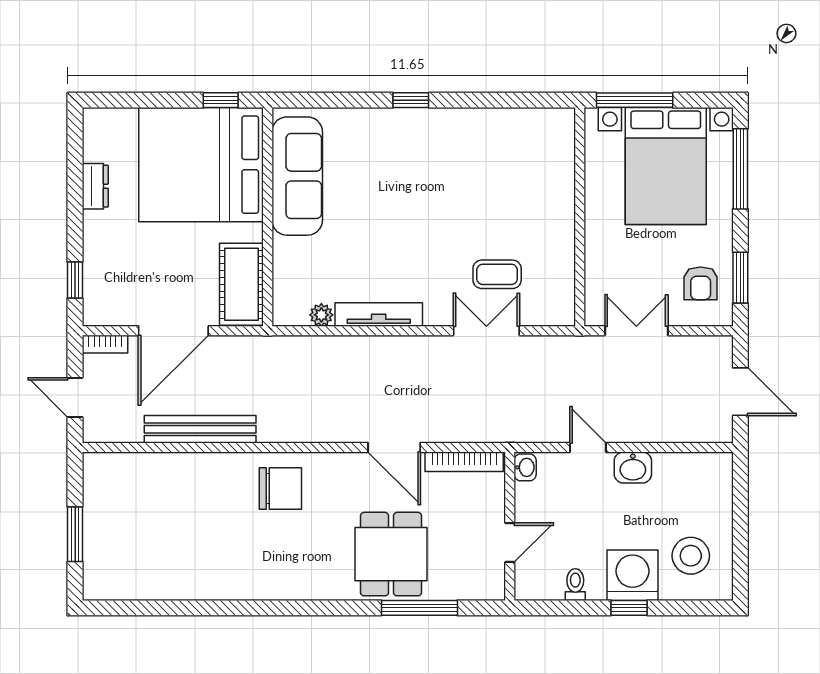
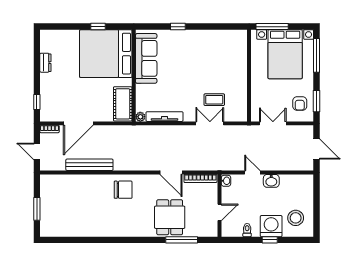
bed: (201, 165) -> (106, 54), moved
sofa: (297, 176) -> (146, 58), moved
wall: (268, 217) -> (134, 76), moved
cot: (241, 284) -> (123, 104), moved

